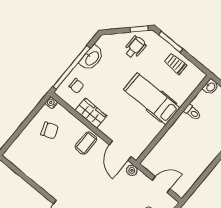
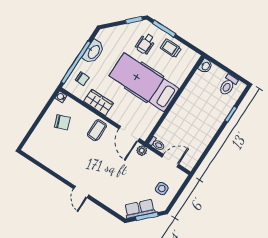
wheelchair: (135, 47) -> (145, 44), moved, turned 180
hospital bed: (152, 99) -> (144, 82), width x1.37, depth x1.29
toilet: (193, 112) -> (157, 144), moved

